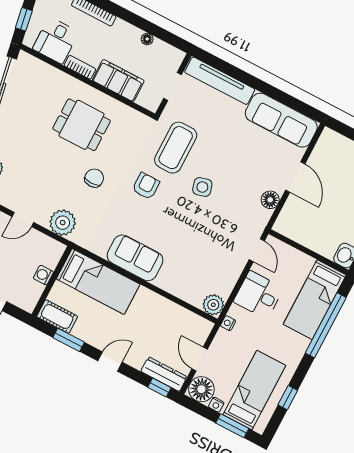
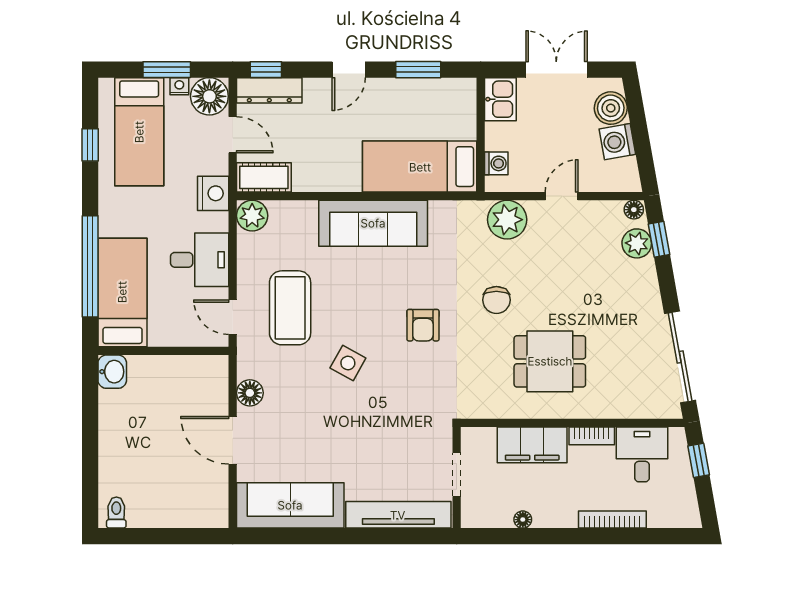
coffee table: (176, 148) -> (290, 308), moved
side table: (202, 187) -> (348, 363), turned 45
sofa: (135, 258) -> (373, 223), width x1.36
washing machine: (43, 275) -> (496, 163), moved
kitchen sink: (29, 296) -> (500, 99), added
cot: (57, 316) -> (264, 177), moved
nightstand: (228, 323) -> (213, 193), width x1.89, depth x1.79
window: (232, 426) -> (167, 70), moved

